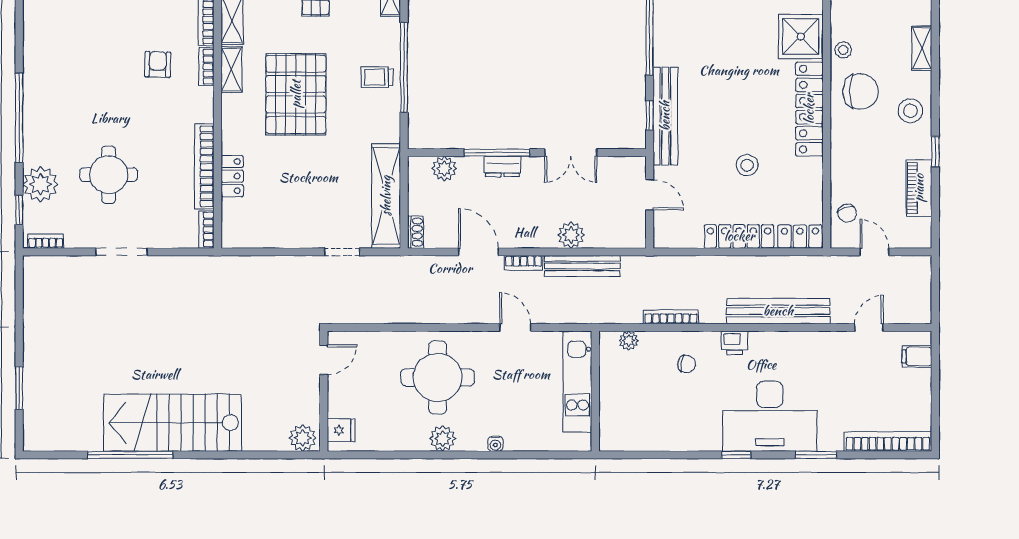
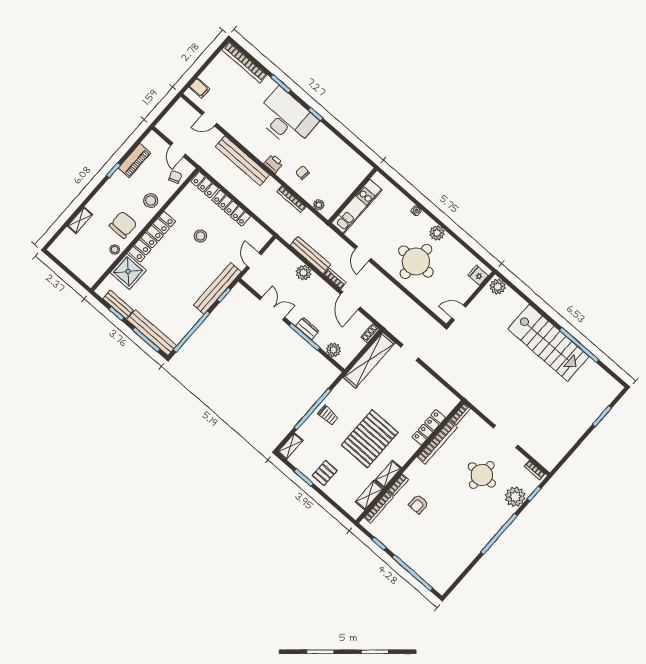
chair: (860, 91) -> (123, 225), turned 90
stool: (910, 111) -> (151, 201), moved
locker: (232, 176) -> (429, 427), width x1.53

